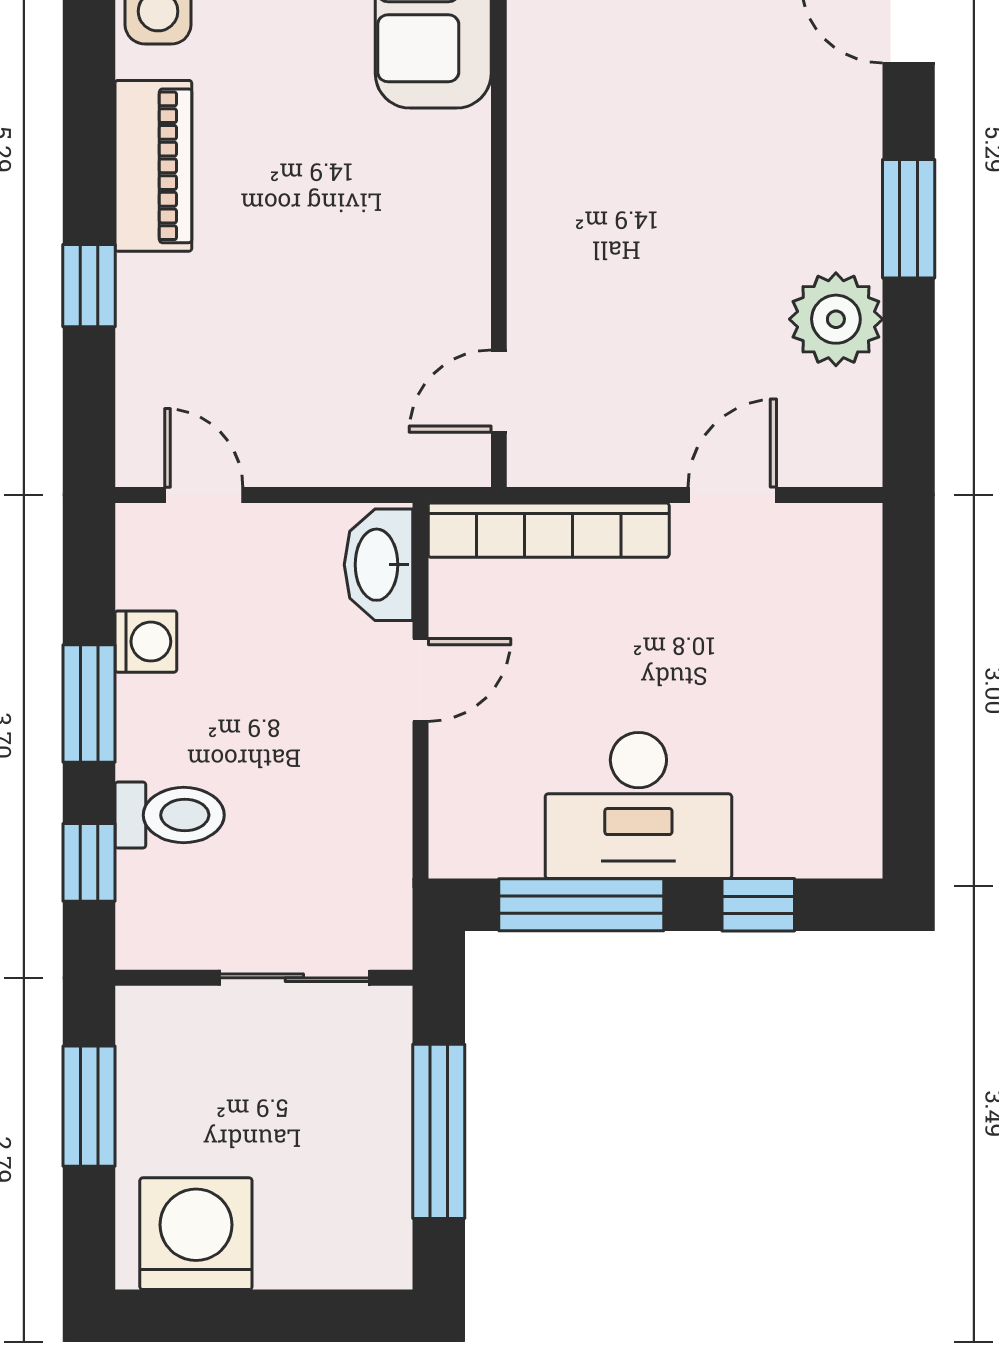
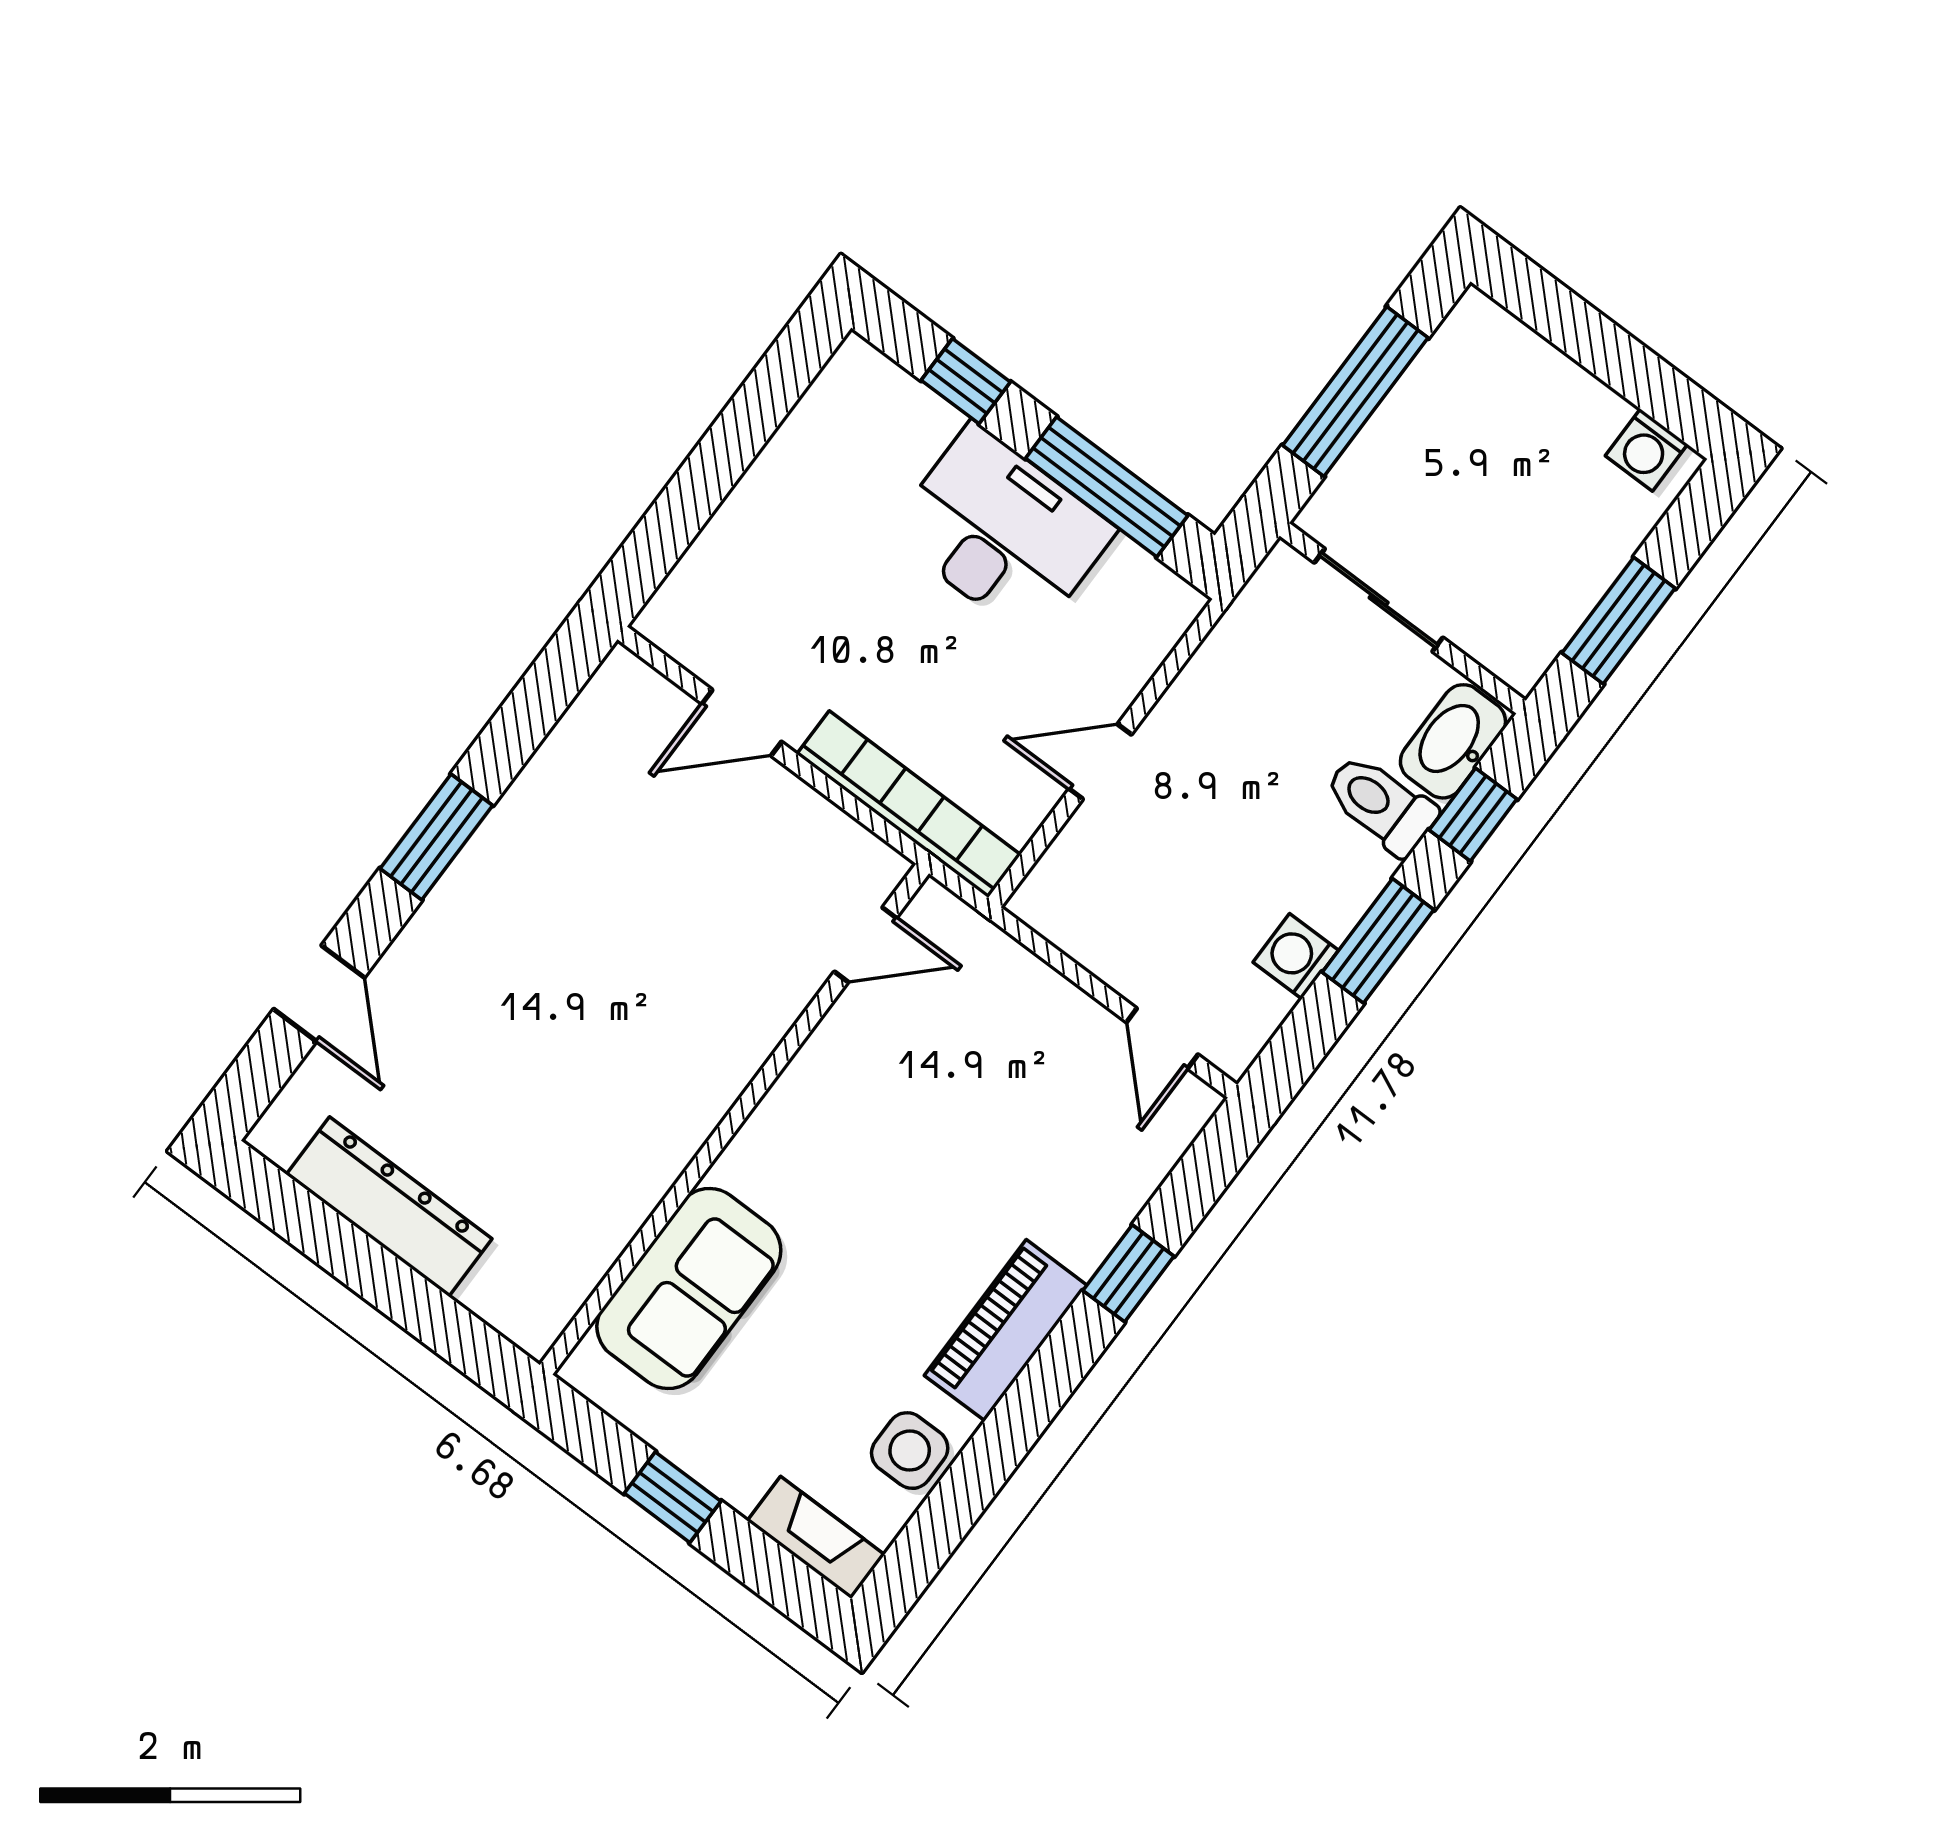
plant: (836, 319) -> (554, 801), removed
washbasin: (379, 565) -> (1453, 741), moved, turned 180
washing machine: (196, 1234) -> (1646, 450), width x0.53, depth x0.53

